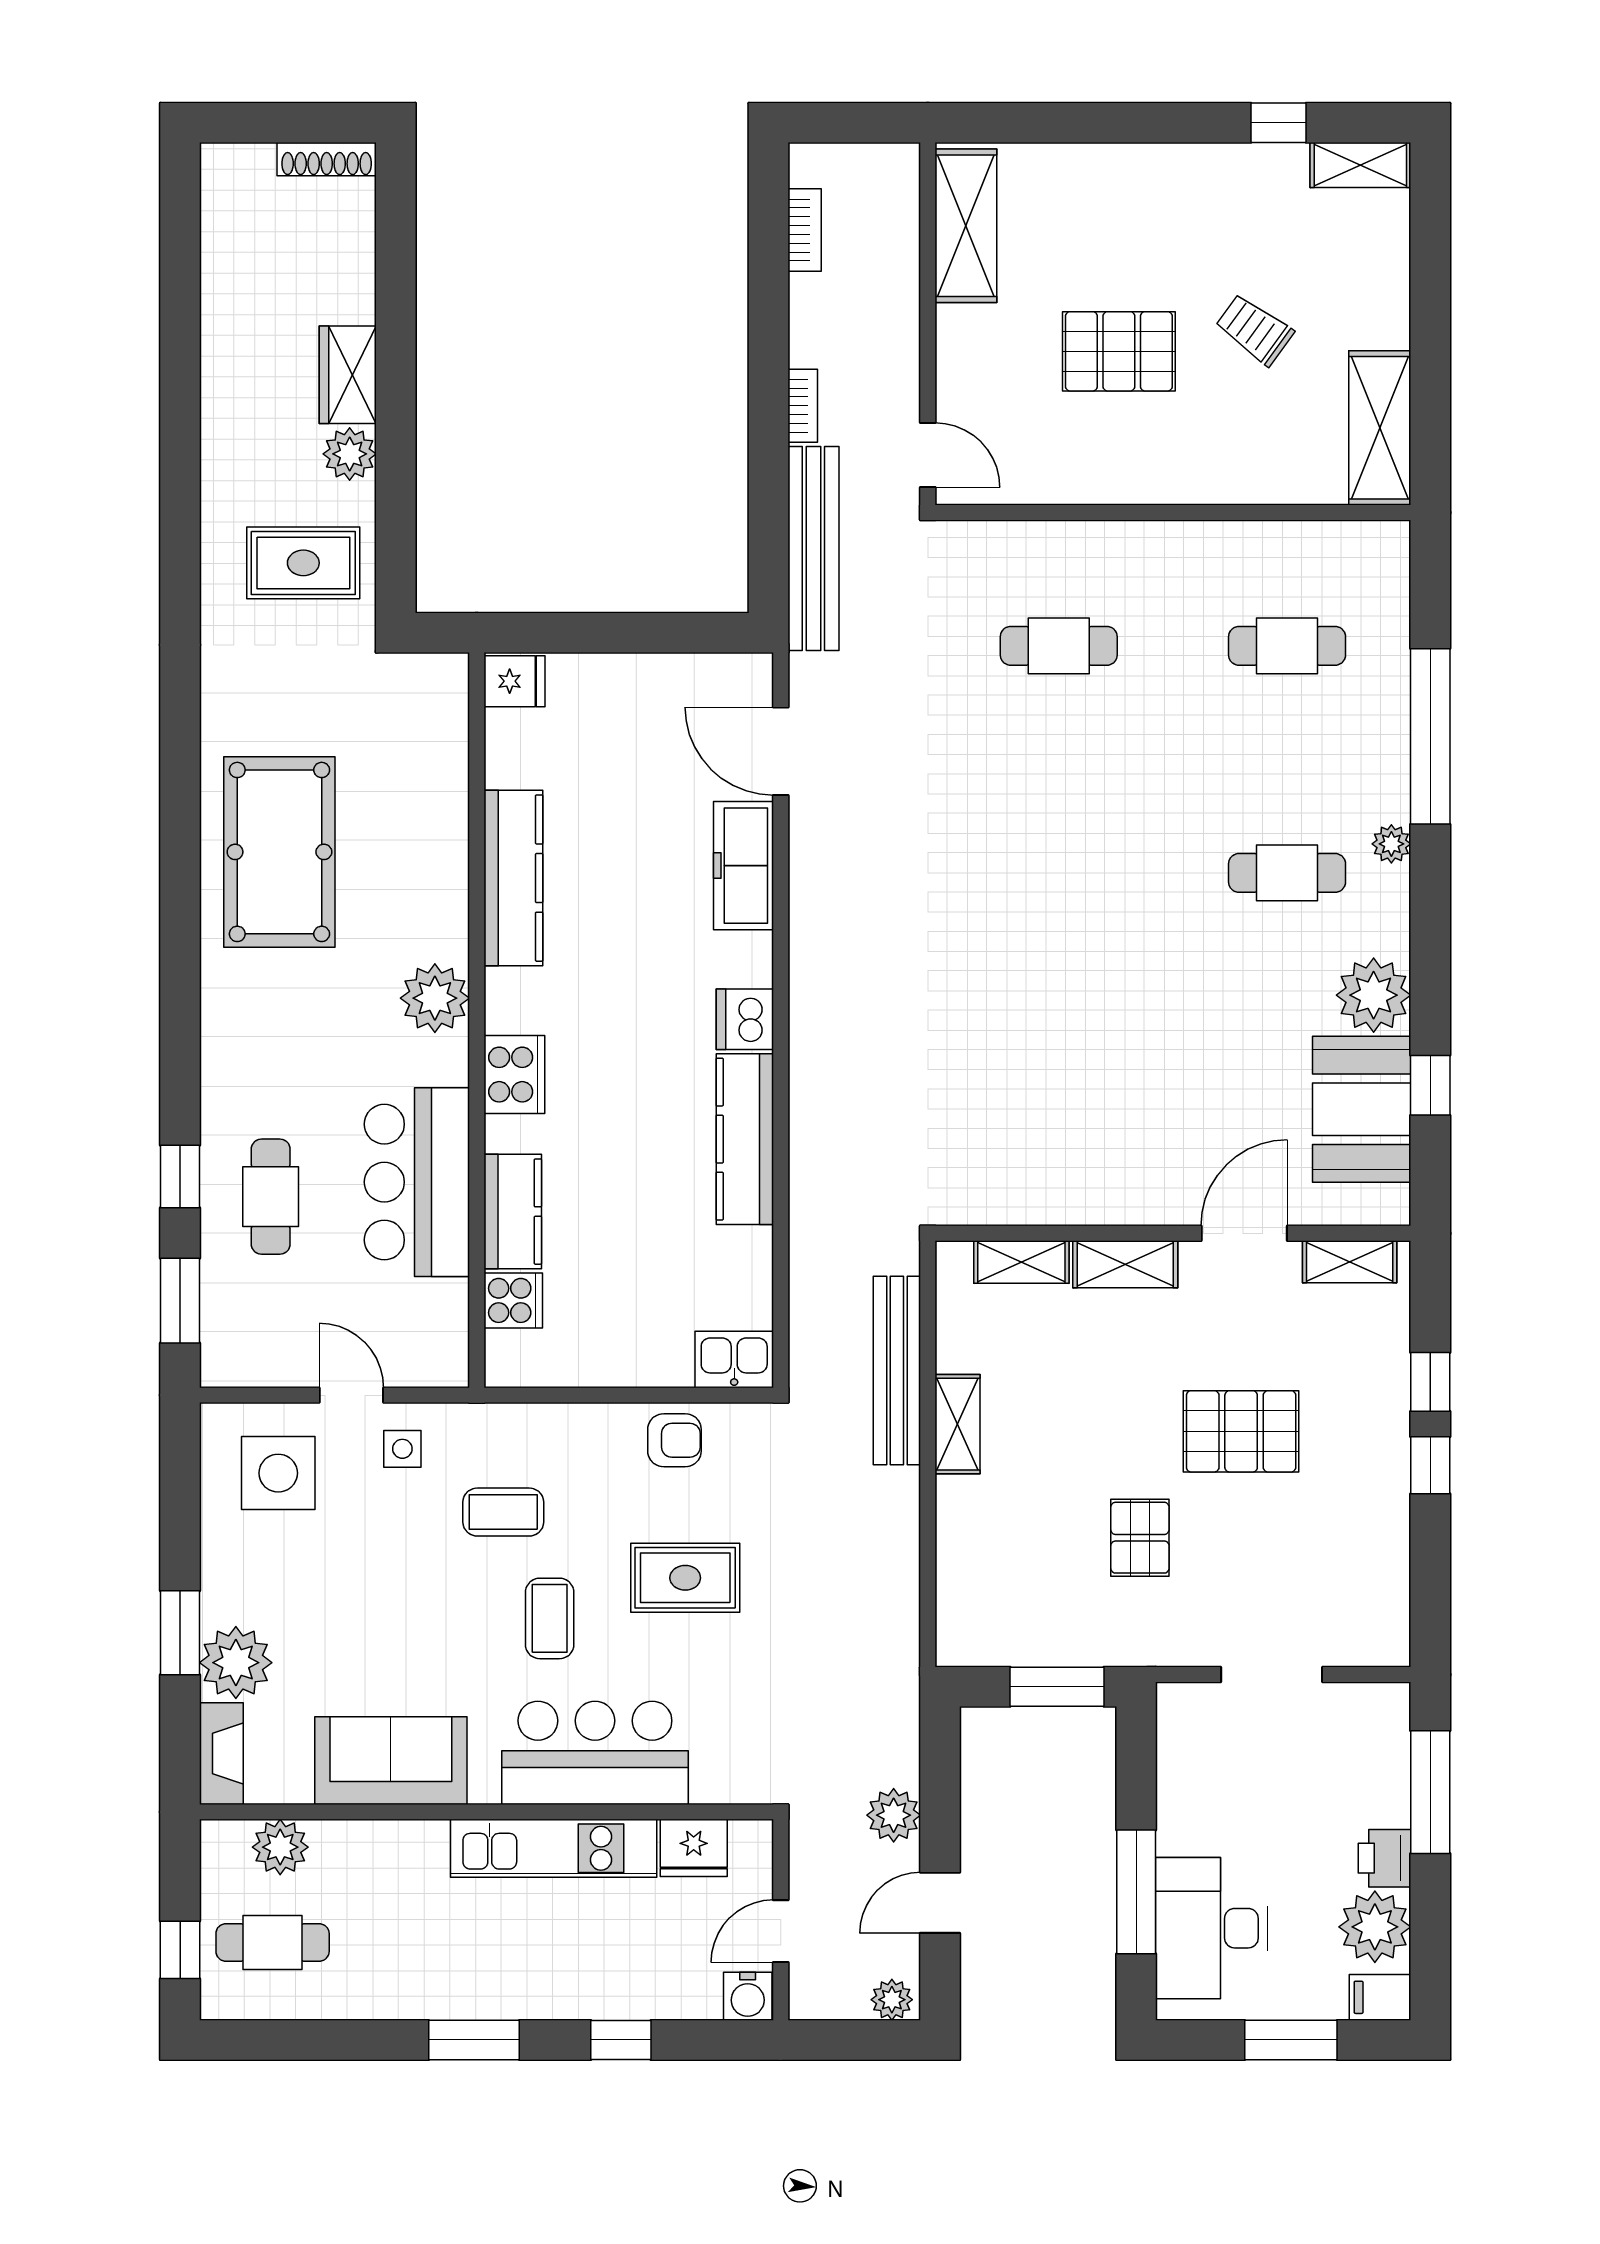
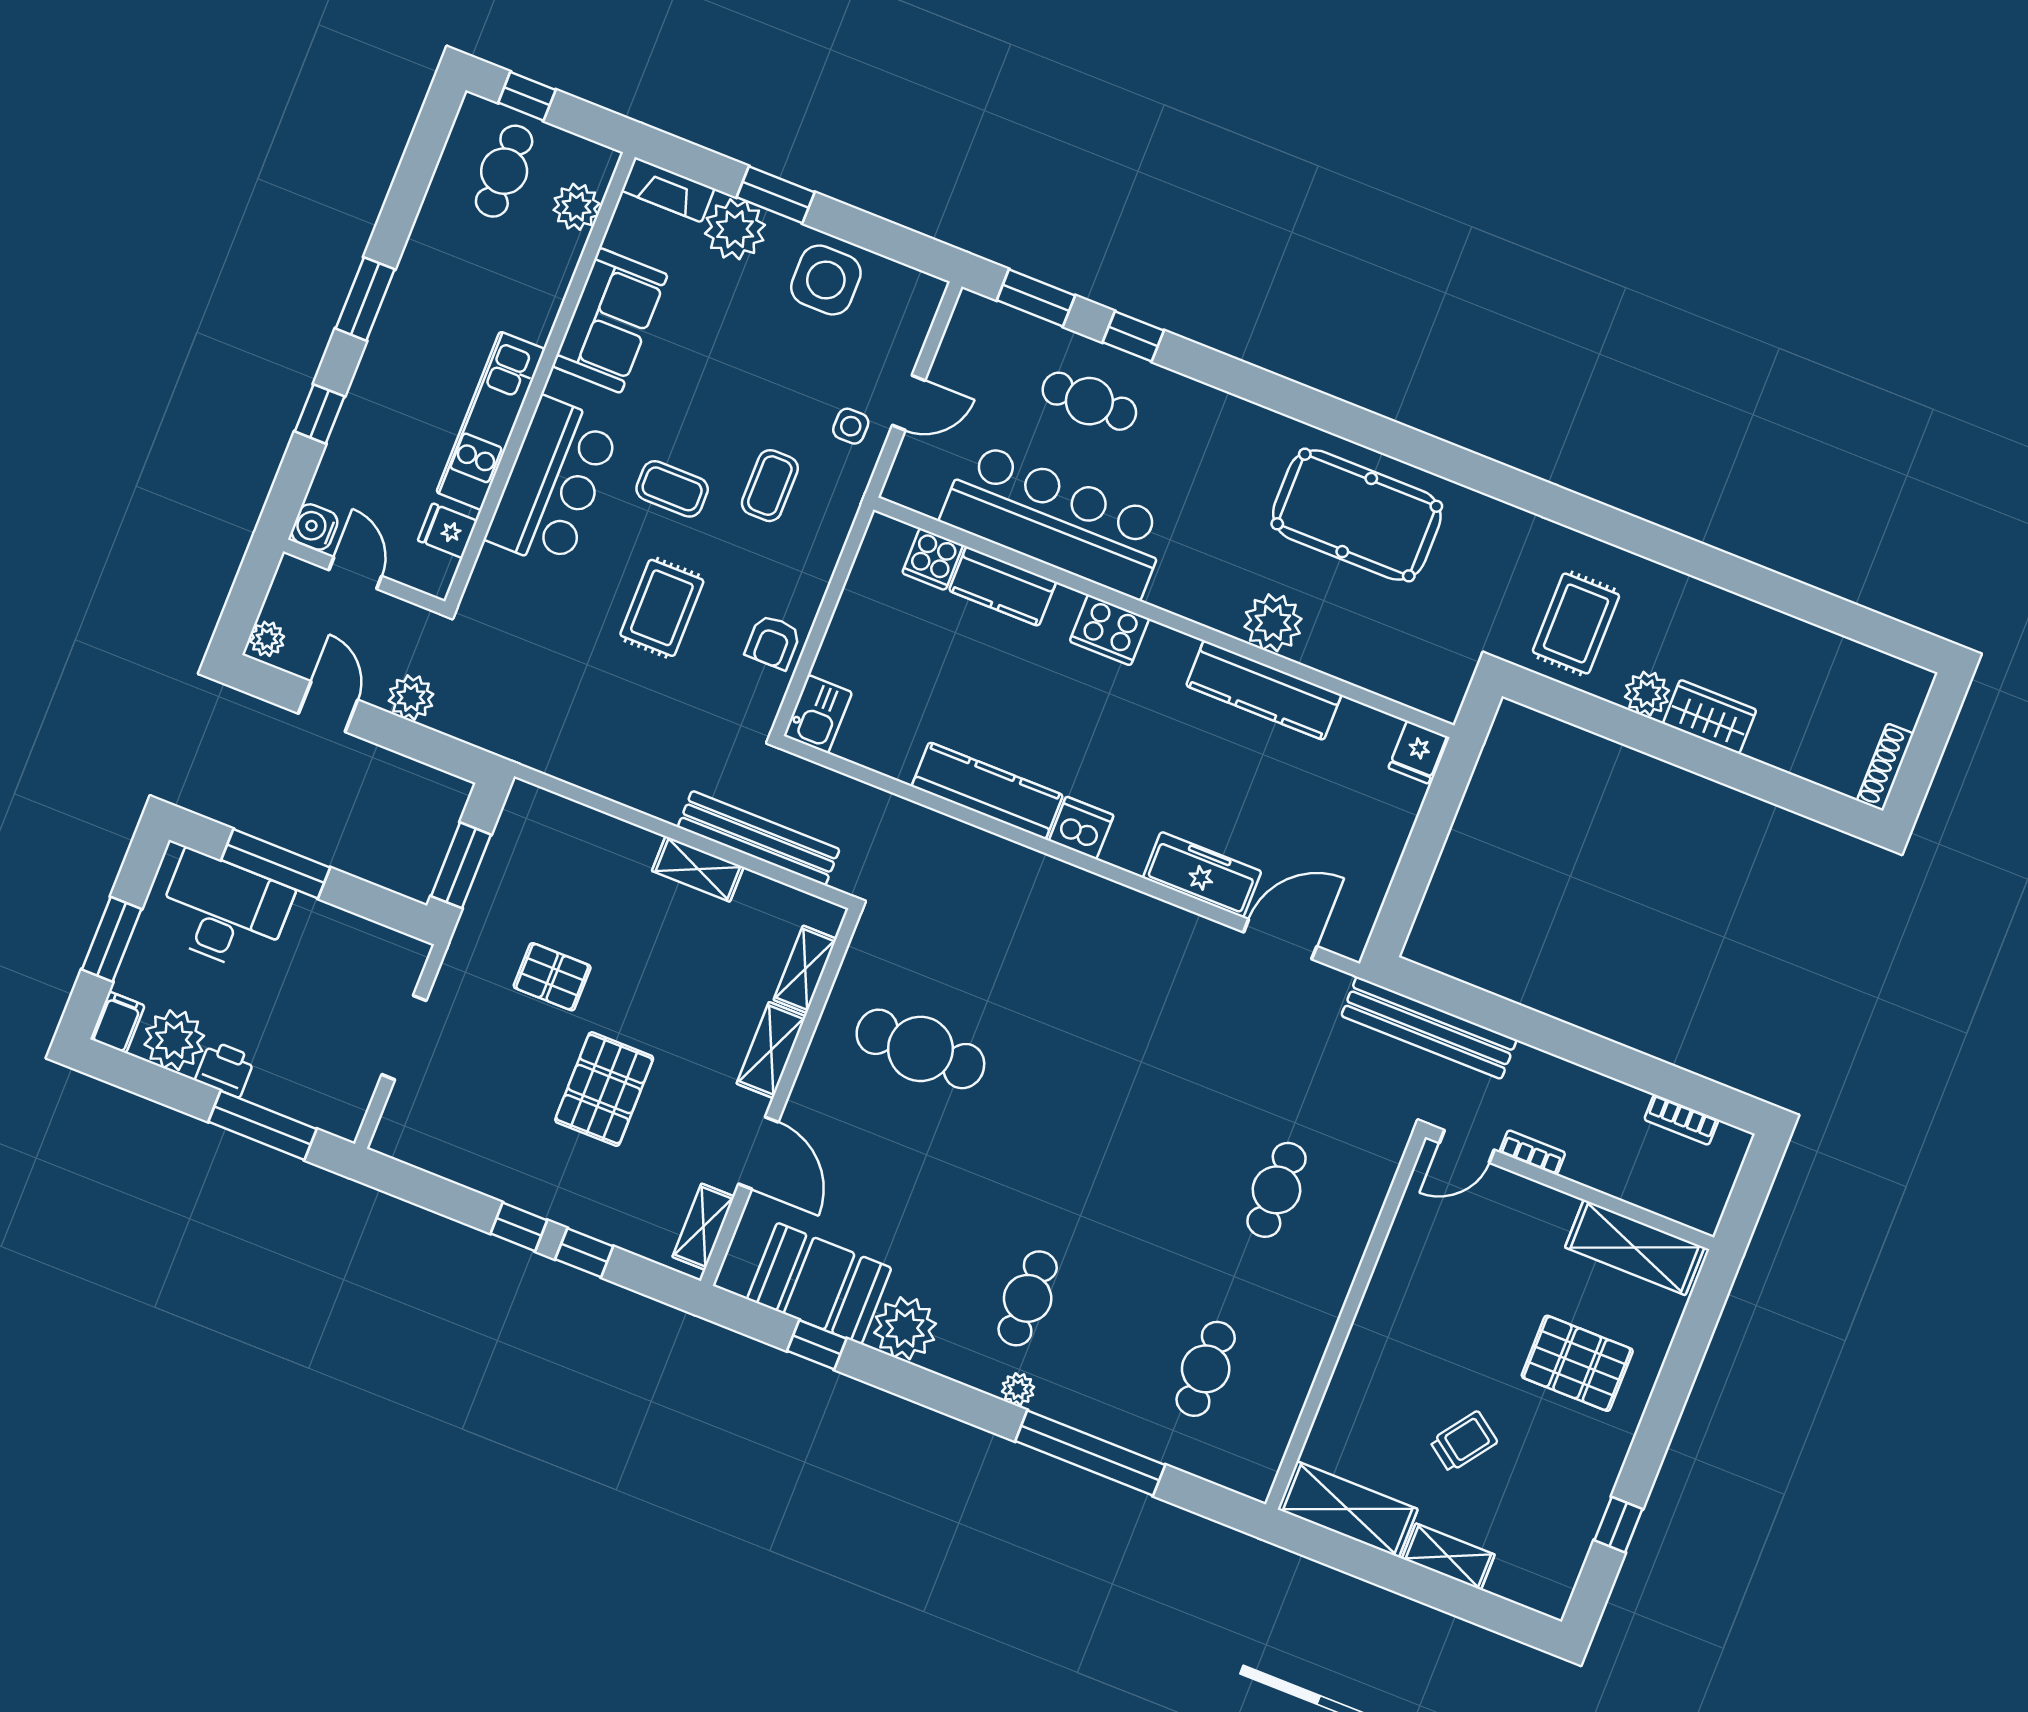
shelving: (1360, 165) -> (1448, 1557), moved, turned 90
pallet: (1119, 351) -> (1577, 1363), moved, turned 90
bookcase: (803, 406) -> (1532, 1152), moved, turned 180
plant: (435, 998) -> (1273, 623), moved
cafe table: (1059, 1100) -> (920, 1049), added
bar counter: (417, 1182) -> (1055, 520), width x1.36
side table: (278, 1473) -> (826, 280), moved
fridge: (694, 1848) -> (447, 531), width x0.72

